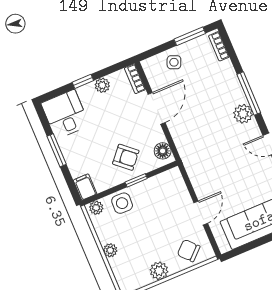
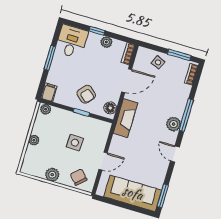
fireplace: (187, 149) -> (125, 118), added
side table: (122, 203) -> (75, 143), moved

